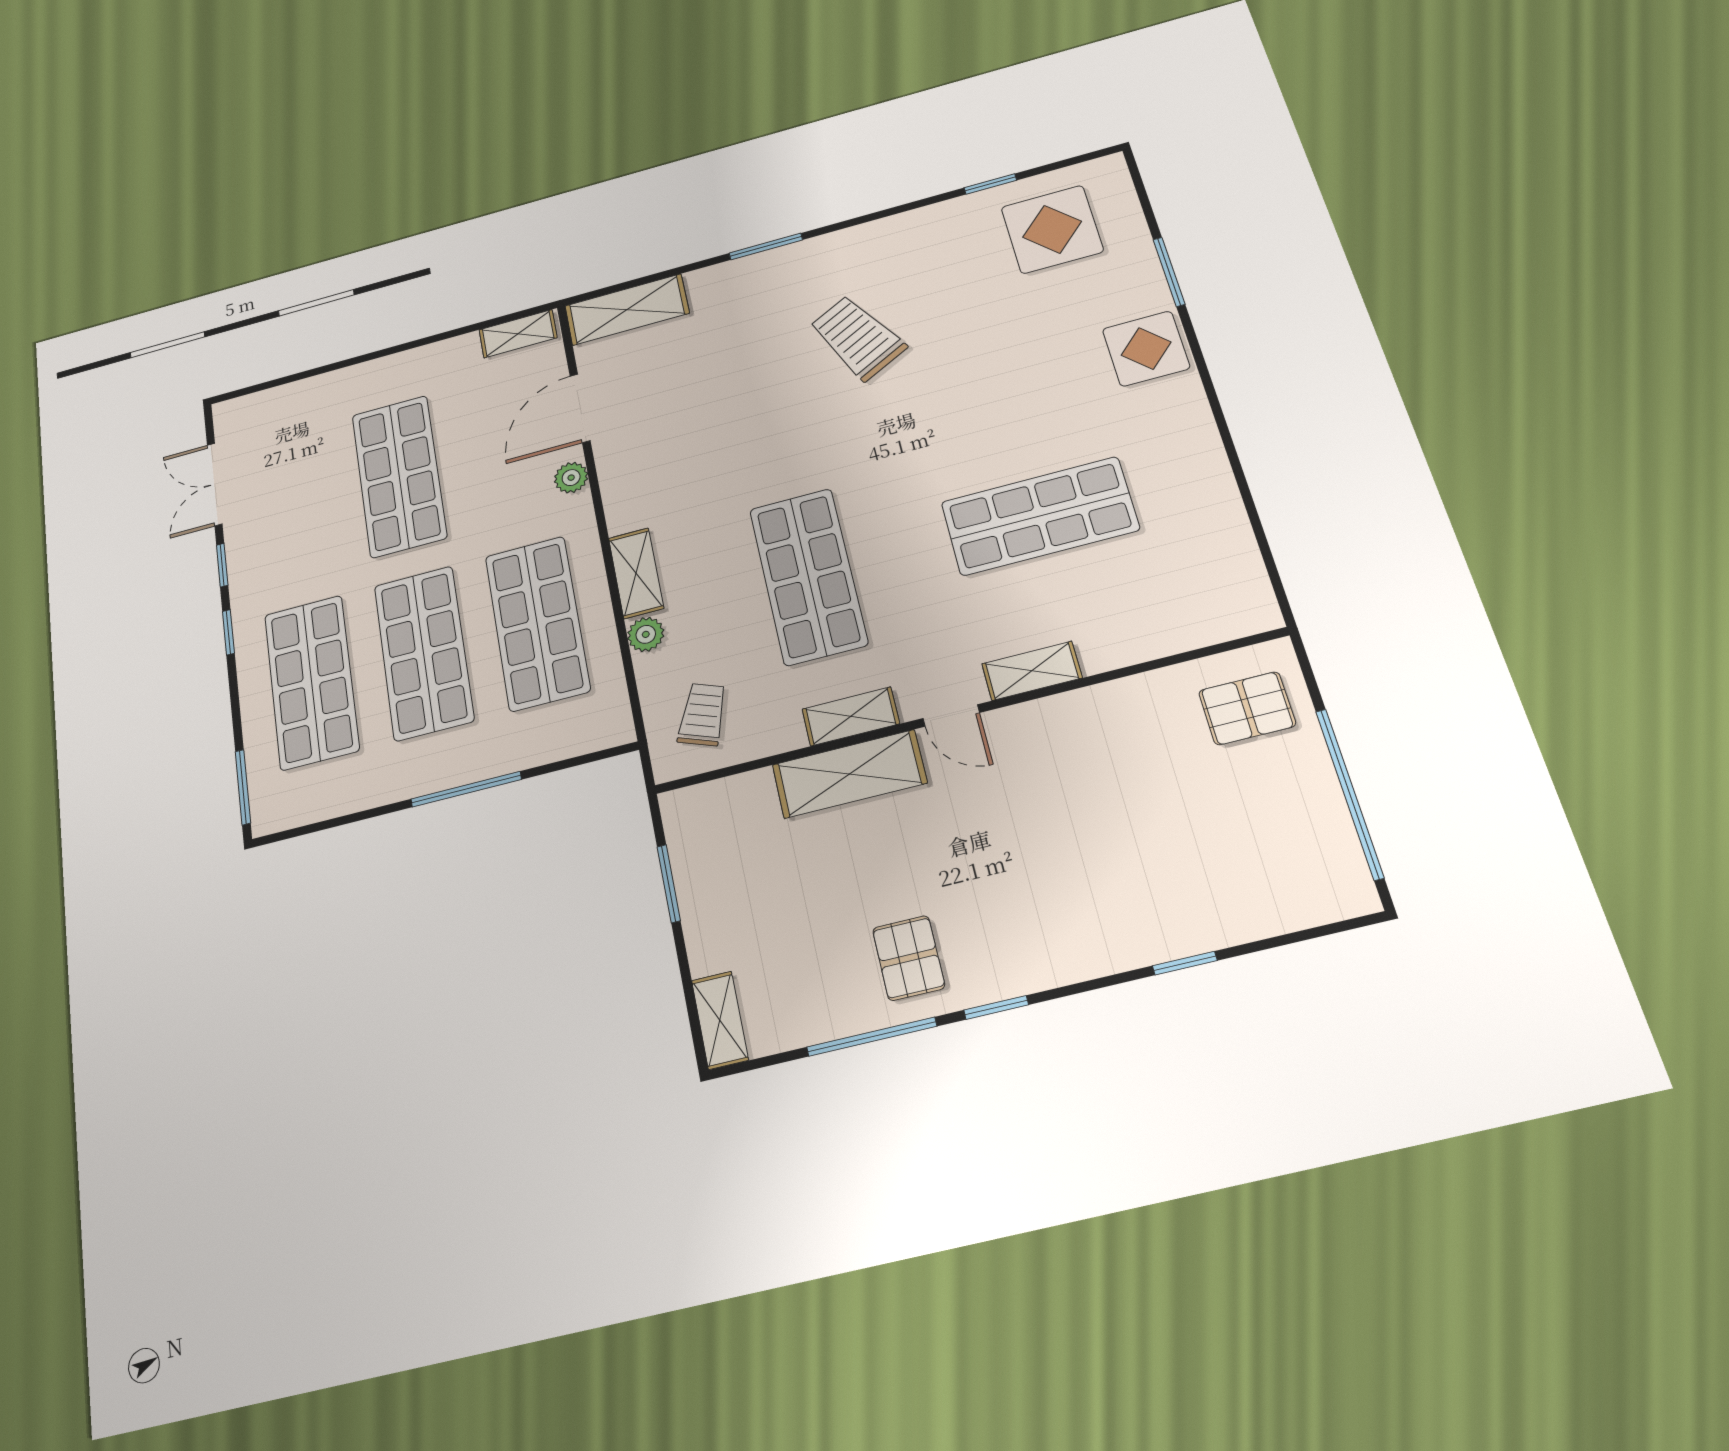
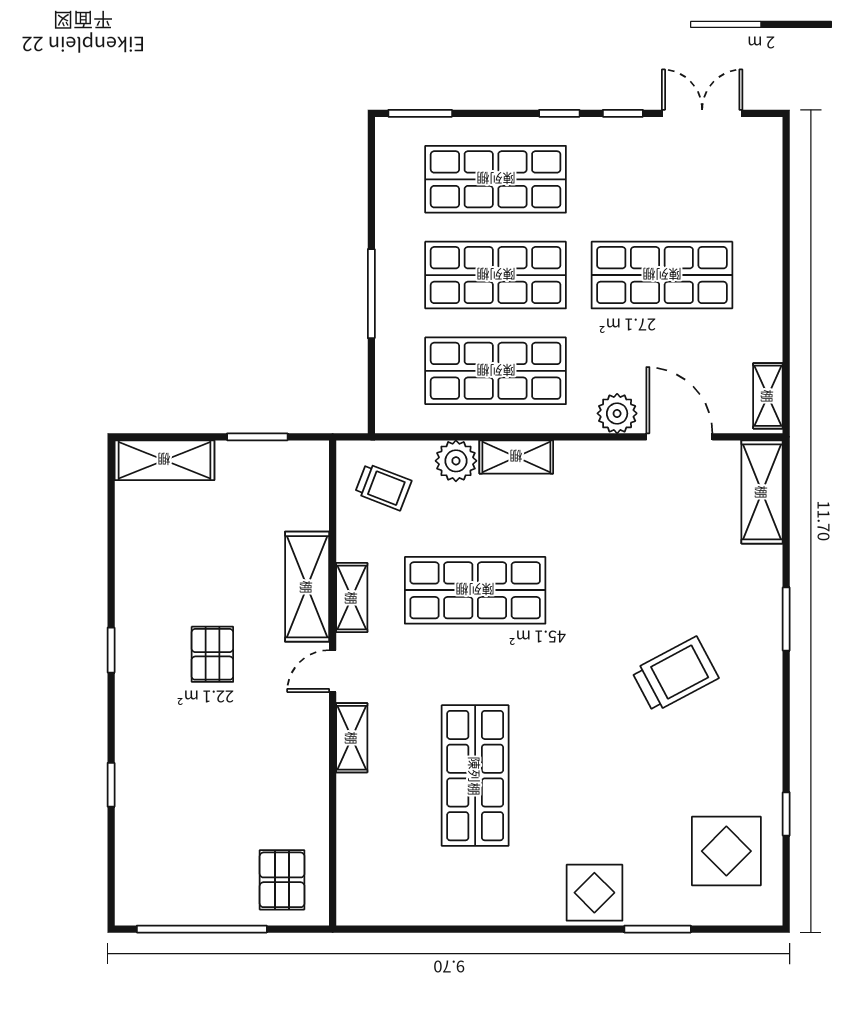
plant: (571, 478) -> (617, 413), width x1.38, depth x1.38
plant: (646, 634) -> (456, 461), width x1.38, depth x1.38
pallet: (909, 958) -> (212, 654), moved, turned 90
shelving: (720, 1020) -> (164, 460), width x1.50, depth x1.33
window: (872, 1037) -> (111, 560), removed

